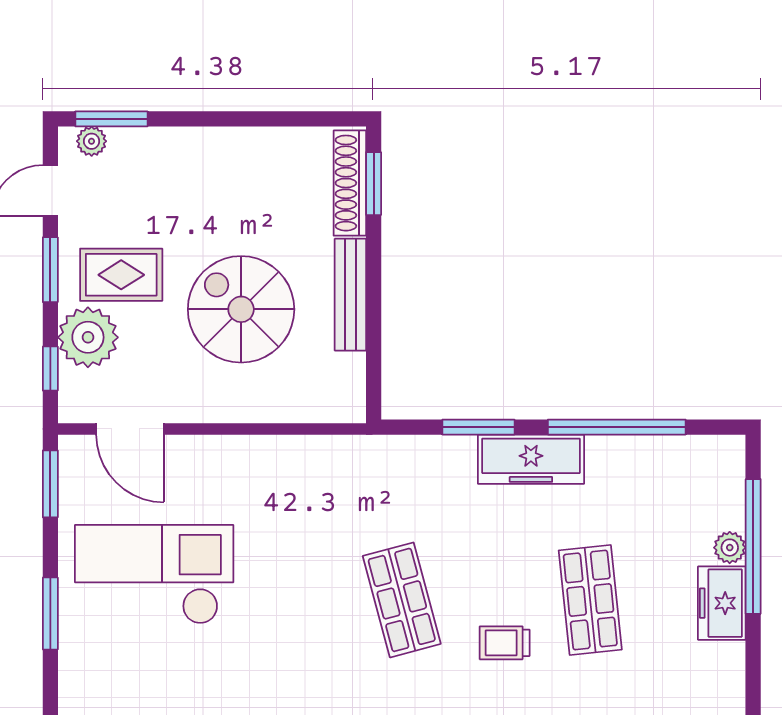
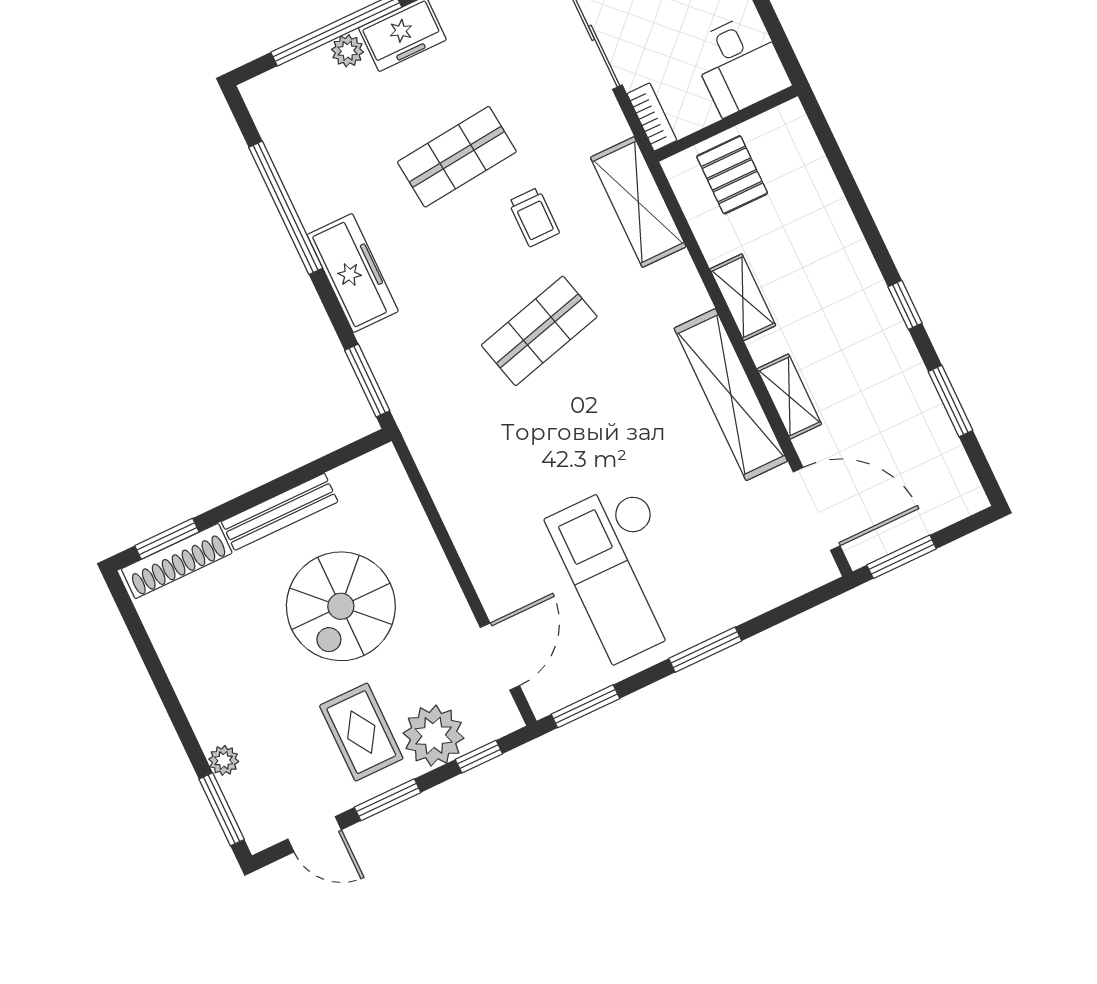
plant: (92, 141) -> (224, 760), moved
window: (478, 427) -> (367, 381), moved

